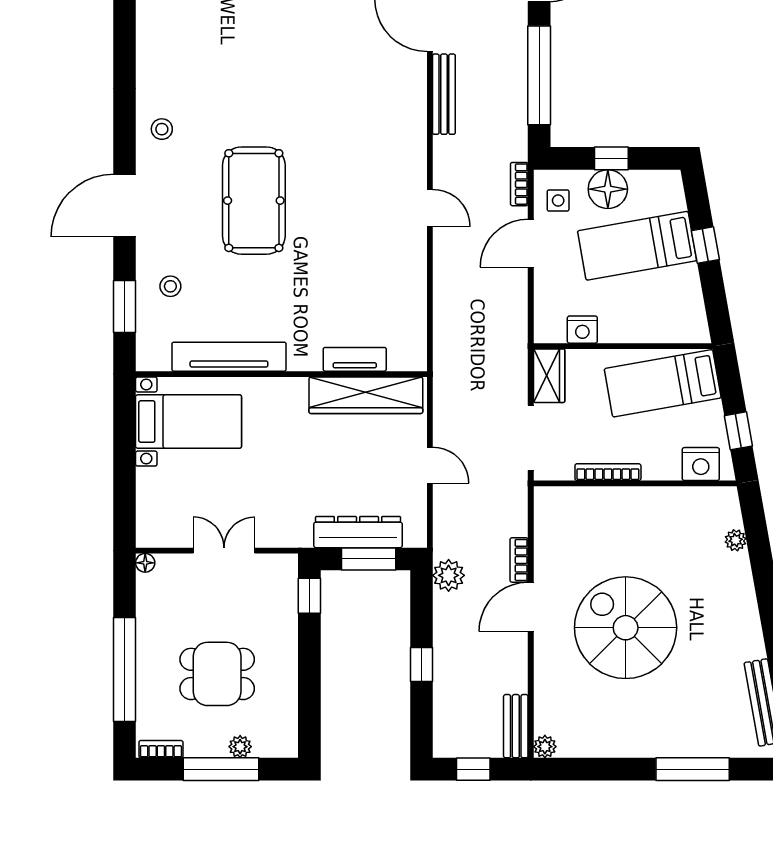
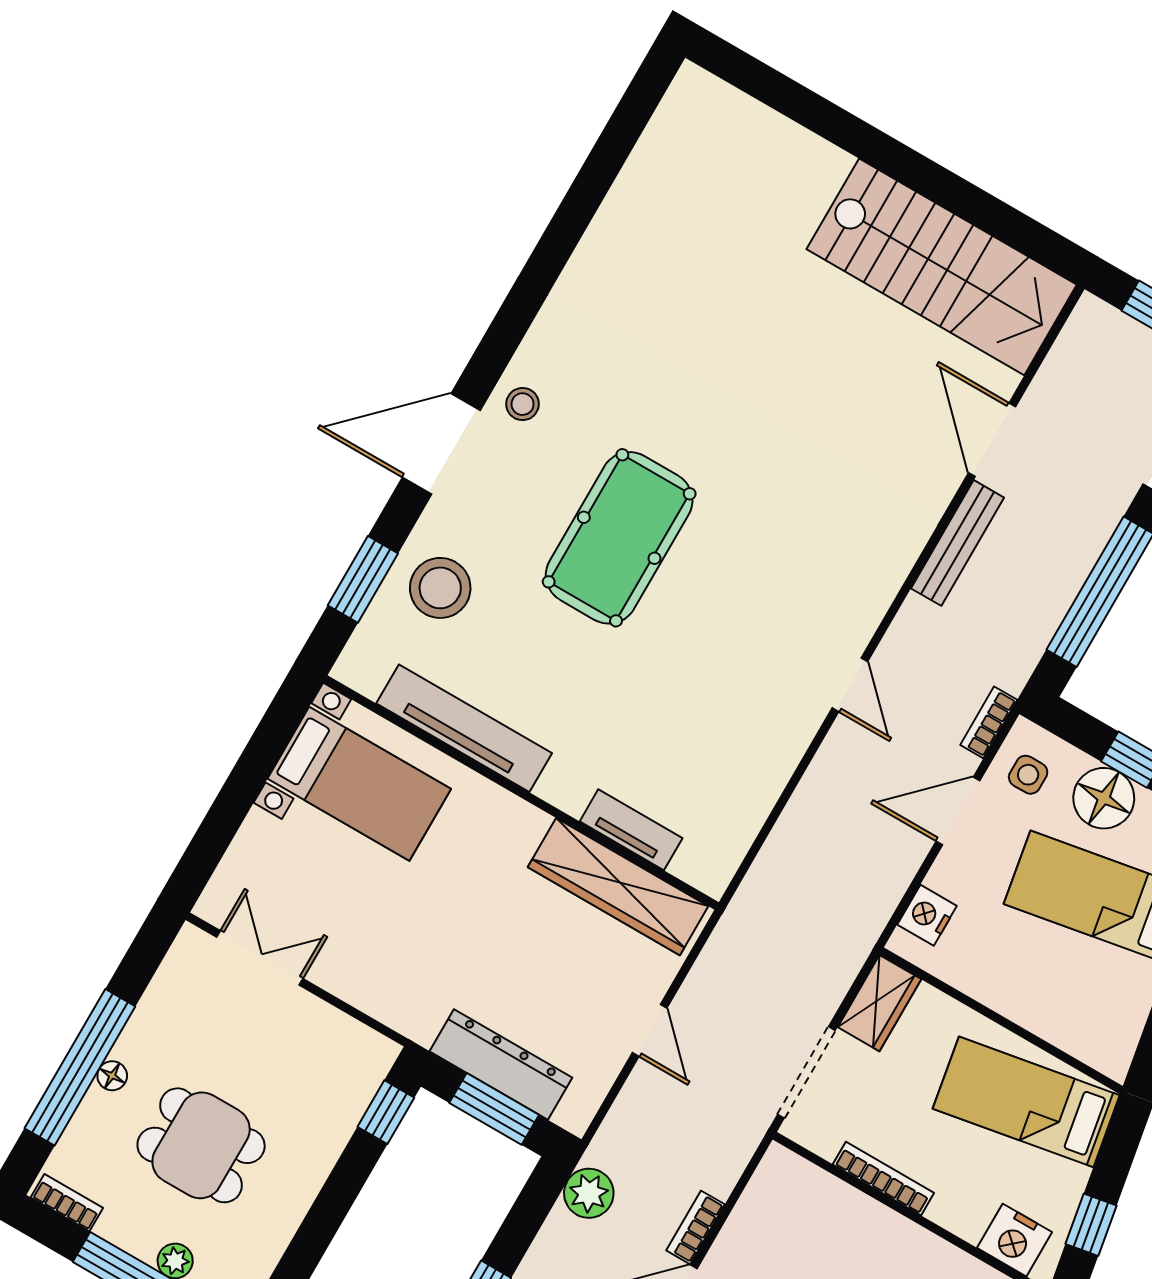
stool: (162, 129) -> (523, 404), moved
stool: (170, 286) -> (440, 588), width x1.89, depth x1.89
nightstand: (582, 330) -> (927, 915), moved, turned 90
double door: (224, 551) -> (260, 958), moved
floor lamp: (145, 563) -> (112, 1076), moved

